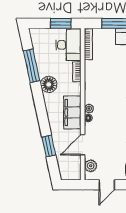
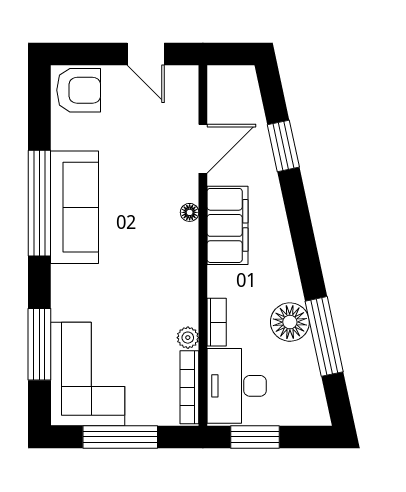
floor lamp: (49, 84) -> (290, 322), moved
plant: (89, 109) -> (188, 338), moved
plant: (91, 166) -> (184, 99), removed
door: (107, 185) -> (146, 54), swing flipped

